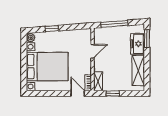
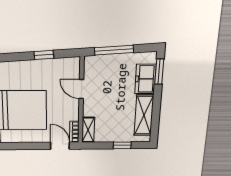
window: (52, 29) -> (44, 55), moved
door: (93, 51) -> (81, 89), swing flipped
window: (113, 94) -> (122, 145), moved

